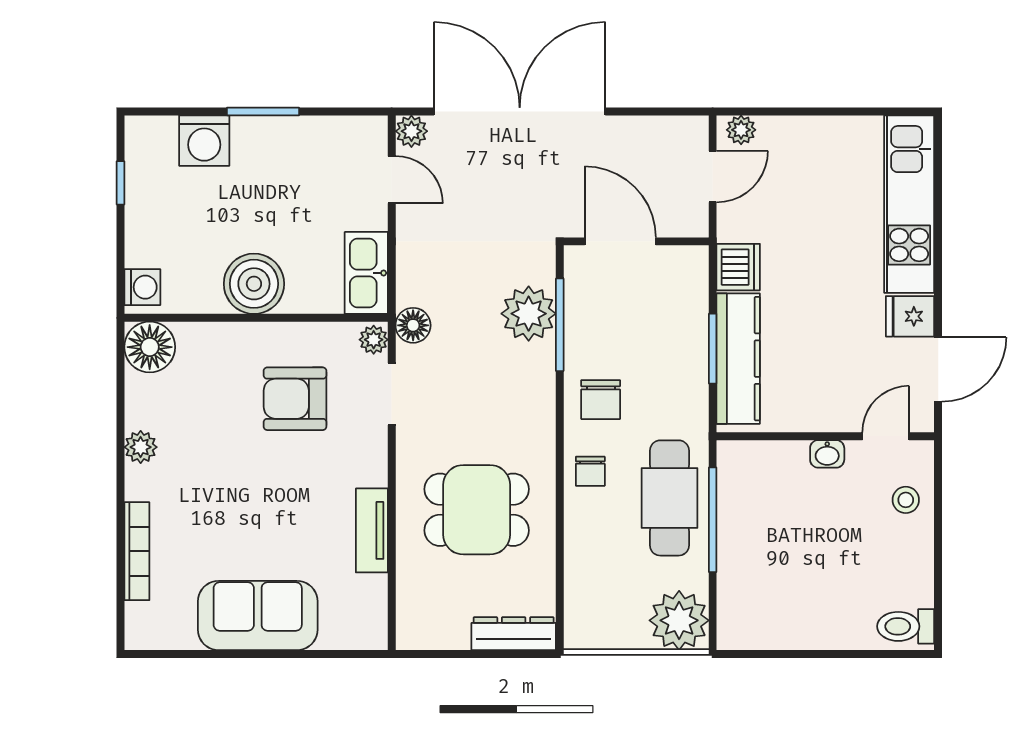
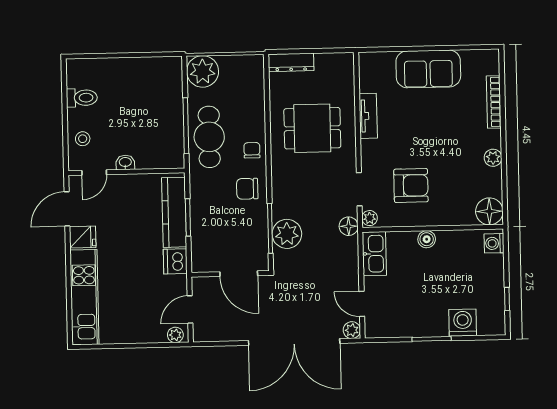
boiler: (254, 284) -> (427, 239), width x0.54, depth x0.54
chair: (601, 400) -> (247, 189), turned -90
toilet: (906, 626) -> (82, 98), moved

